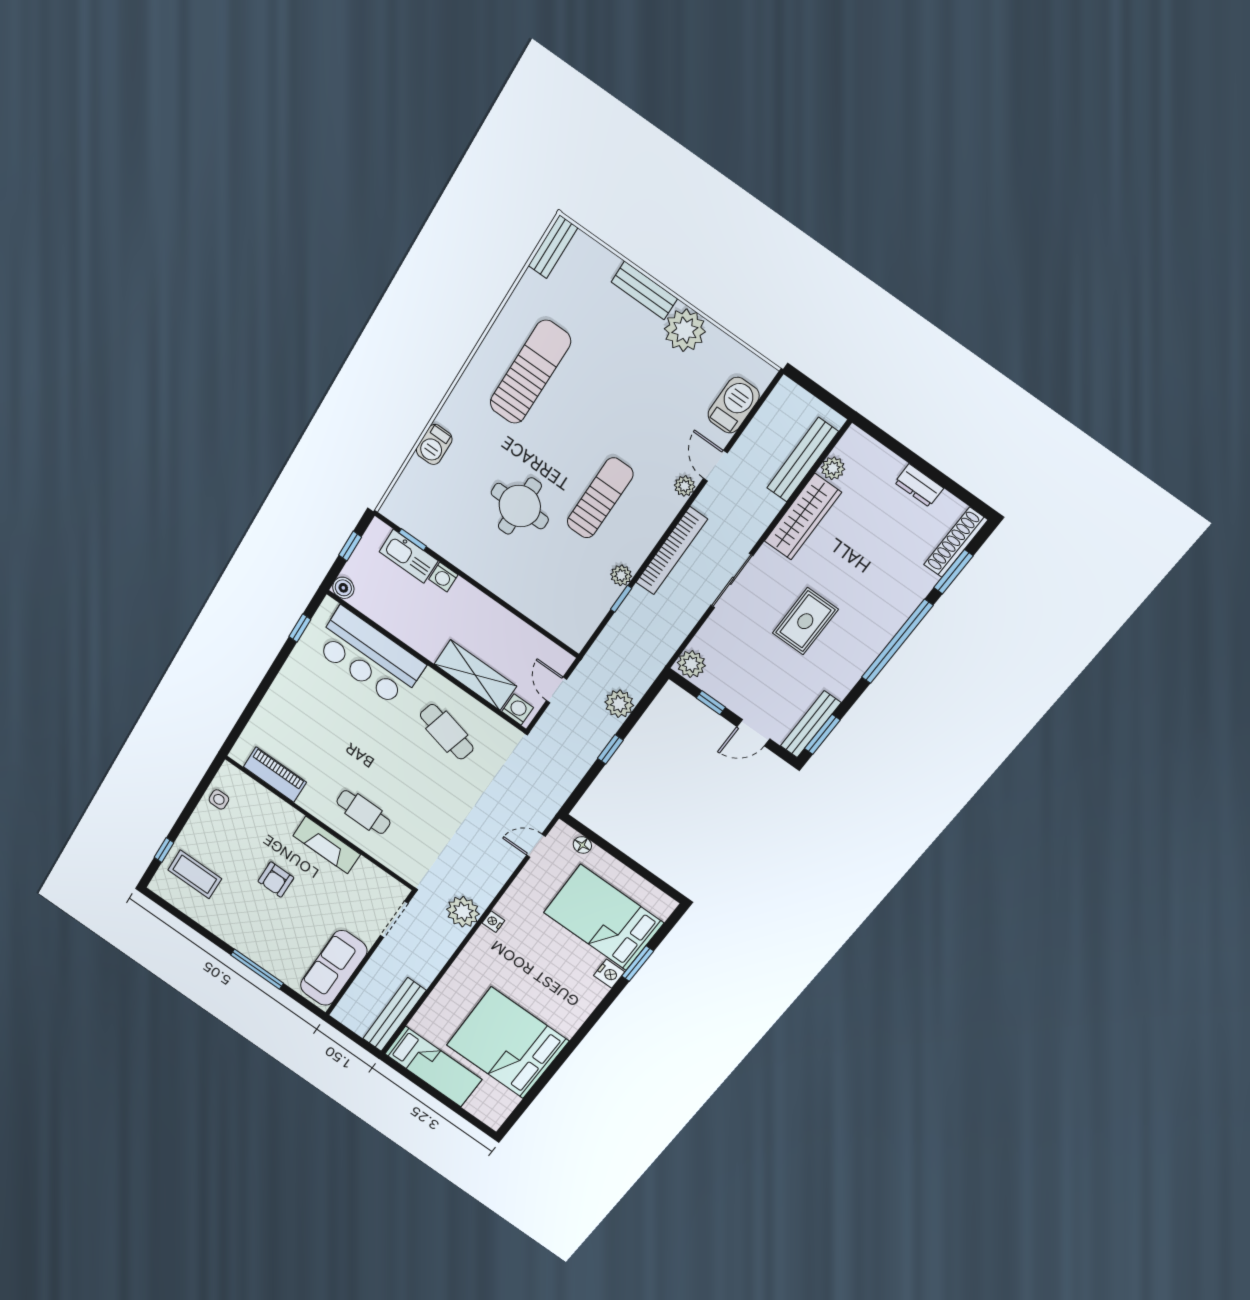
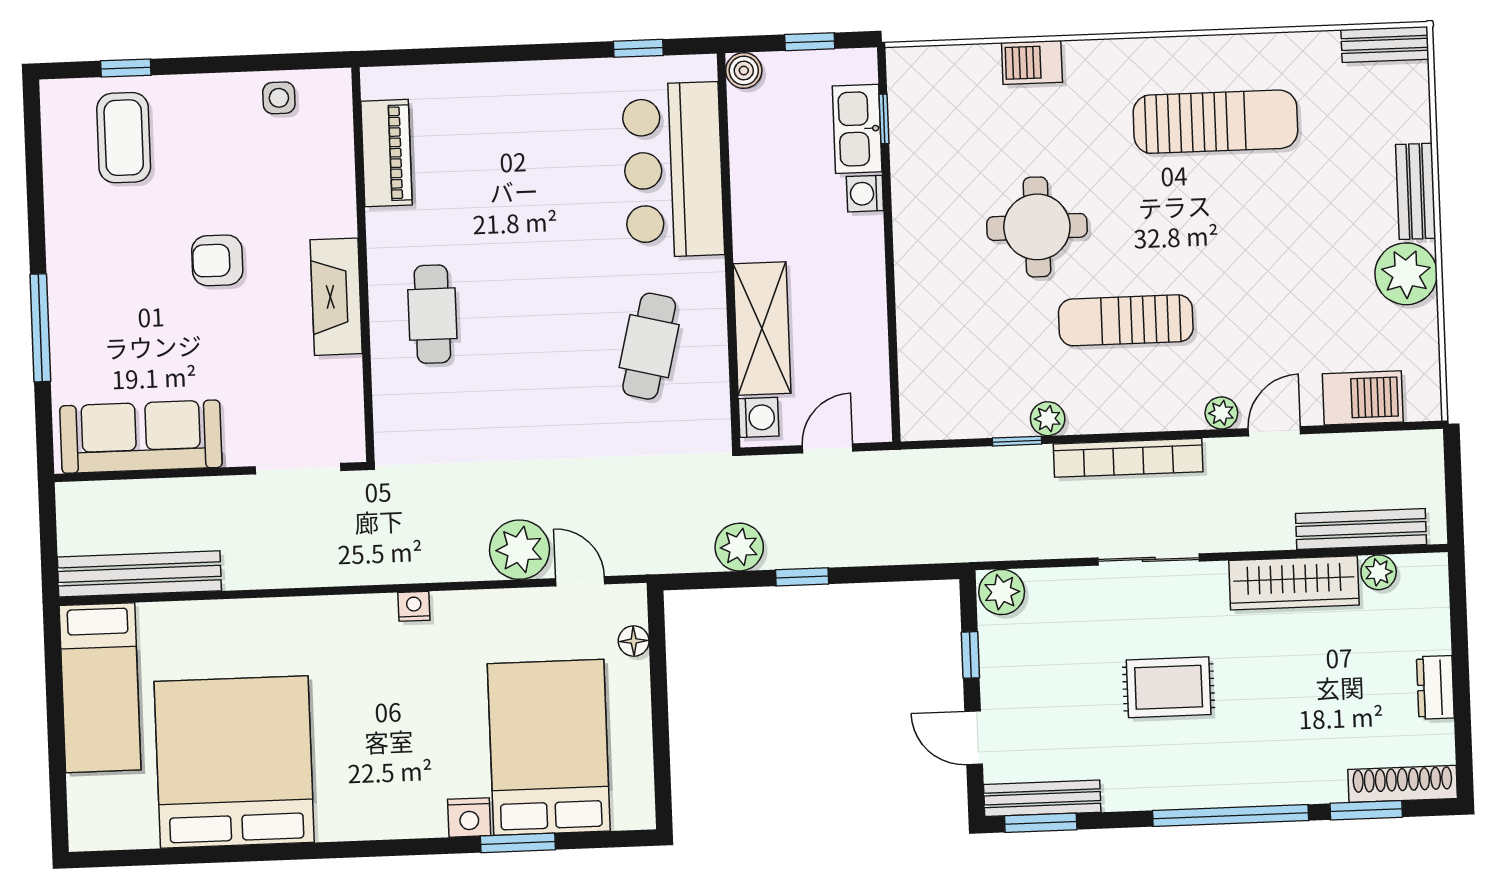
sun lounger: (600, 498) -> (1126, 320), turned 180
plant: (619, 704) -> (739, 547), moved
plant: (463, 912) -> (520, 550), moved

